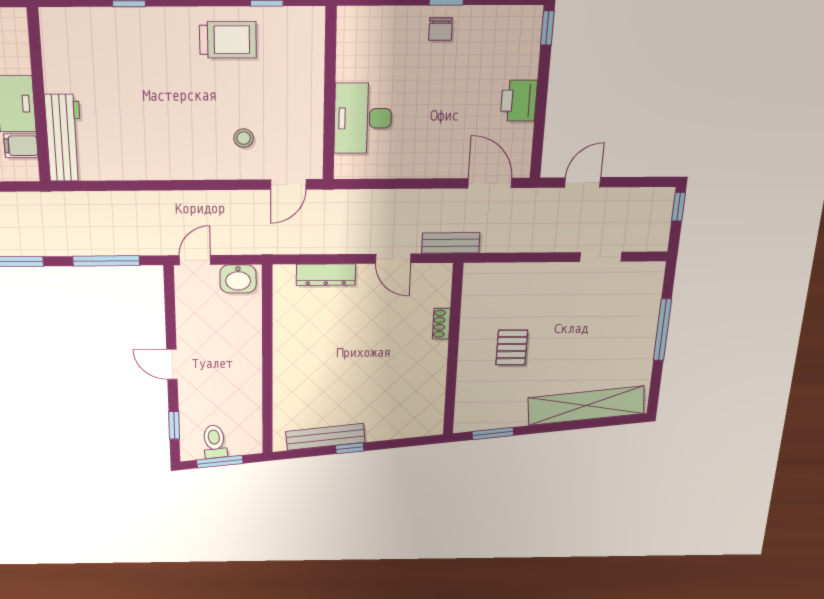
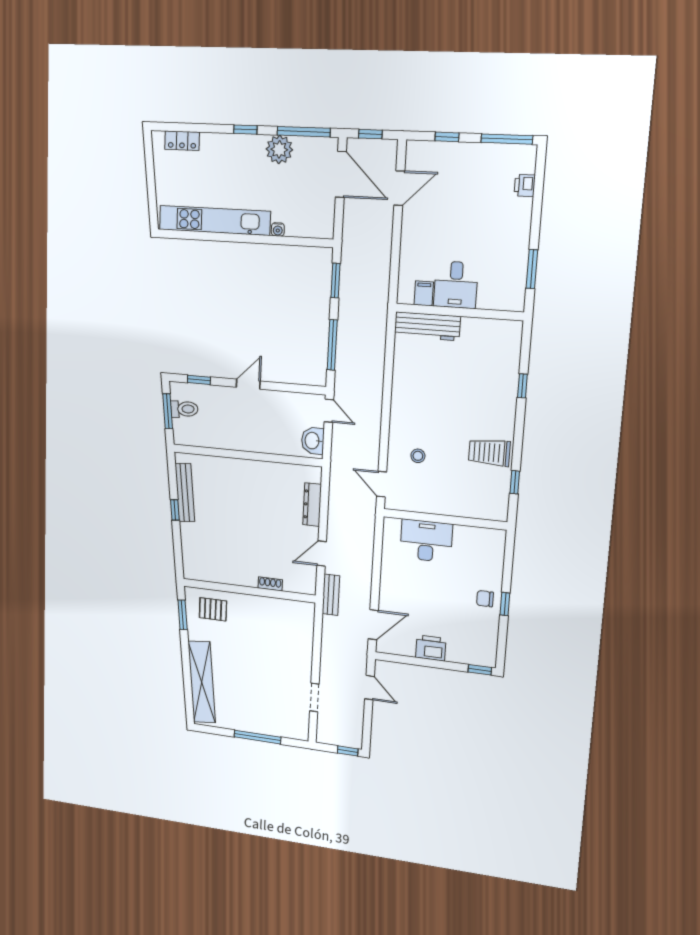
trolley: (228, 40) -> (489, 452), turned 90
pallet: (512, 348) -> (213, 609), moved

